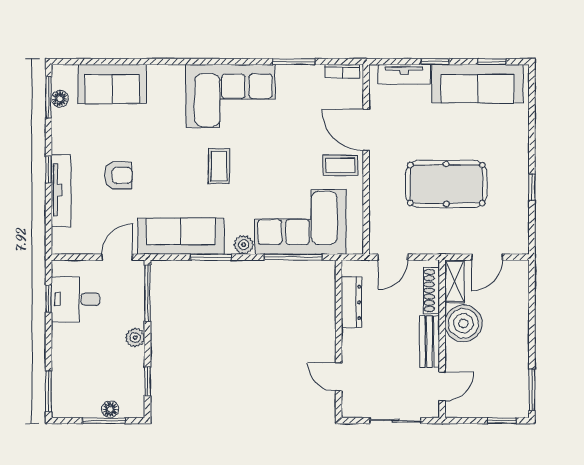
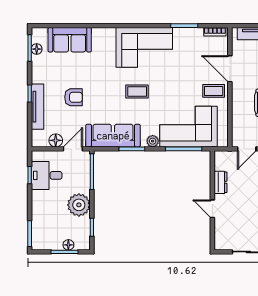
coffee table: (219, 166) -> (137, 91), turned 90
floor lamp: (90, 244) -> (56, 140), added
dresser: (351, 302) -> (221, 182), width x0.70
plant: (135, 338) -> (79, 205), width x1.88, depth x1.88
door: (339, 377) -> (212, 209), moved

